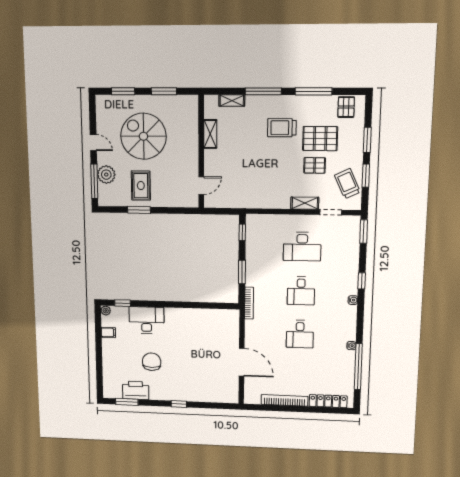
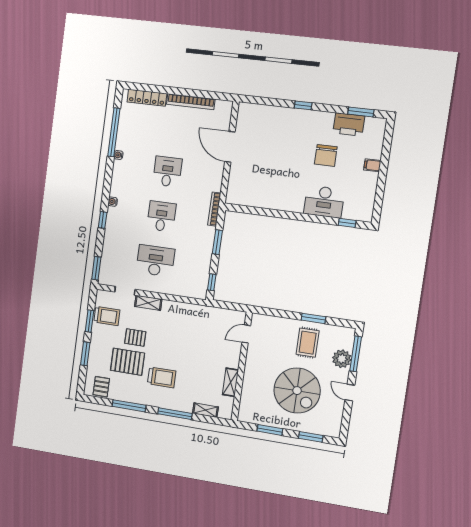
trolley: (347, 184) -> (107, 316), turned -65
plant: (106, 311) -> (367, 217), removed
filing cabinet: (108, 332) -> (372, 165), moved

